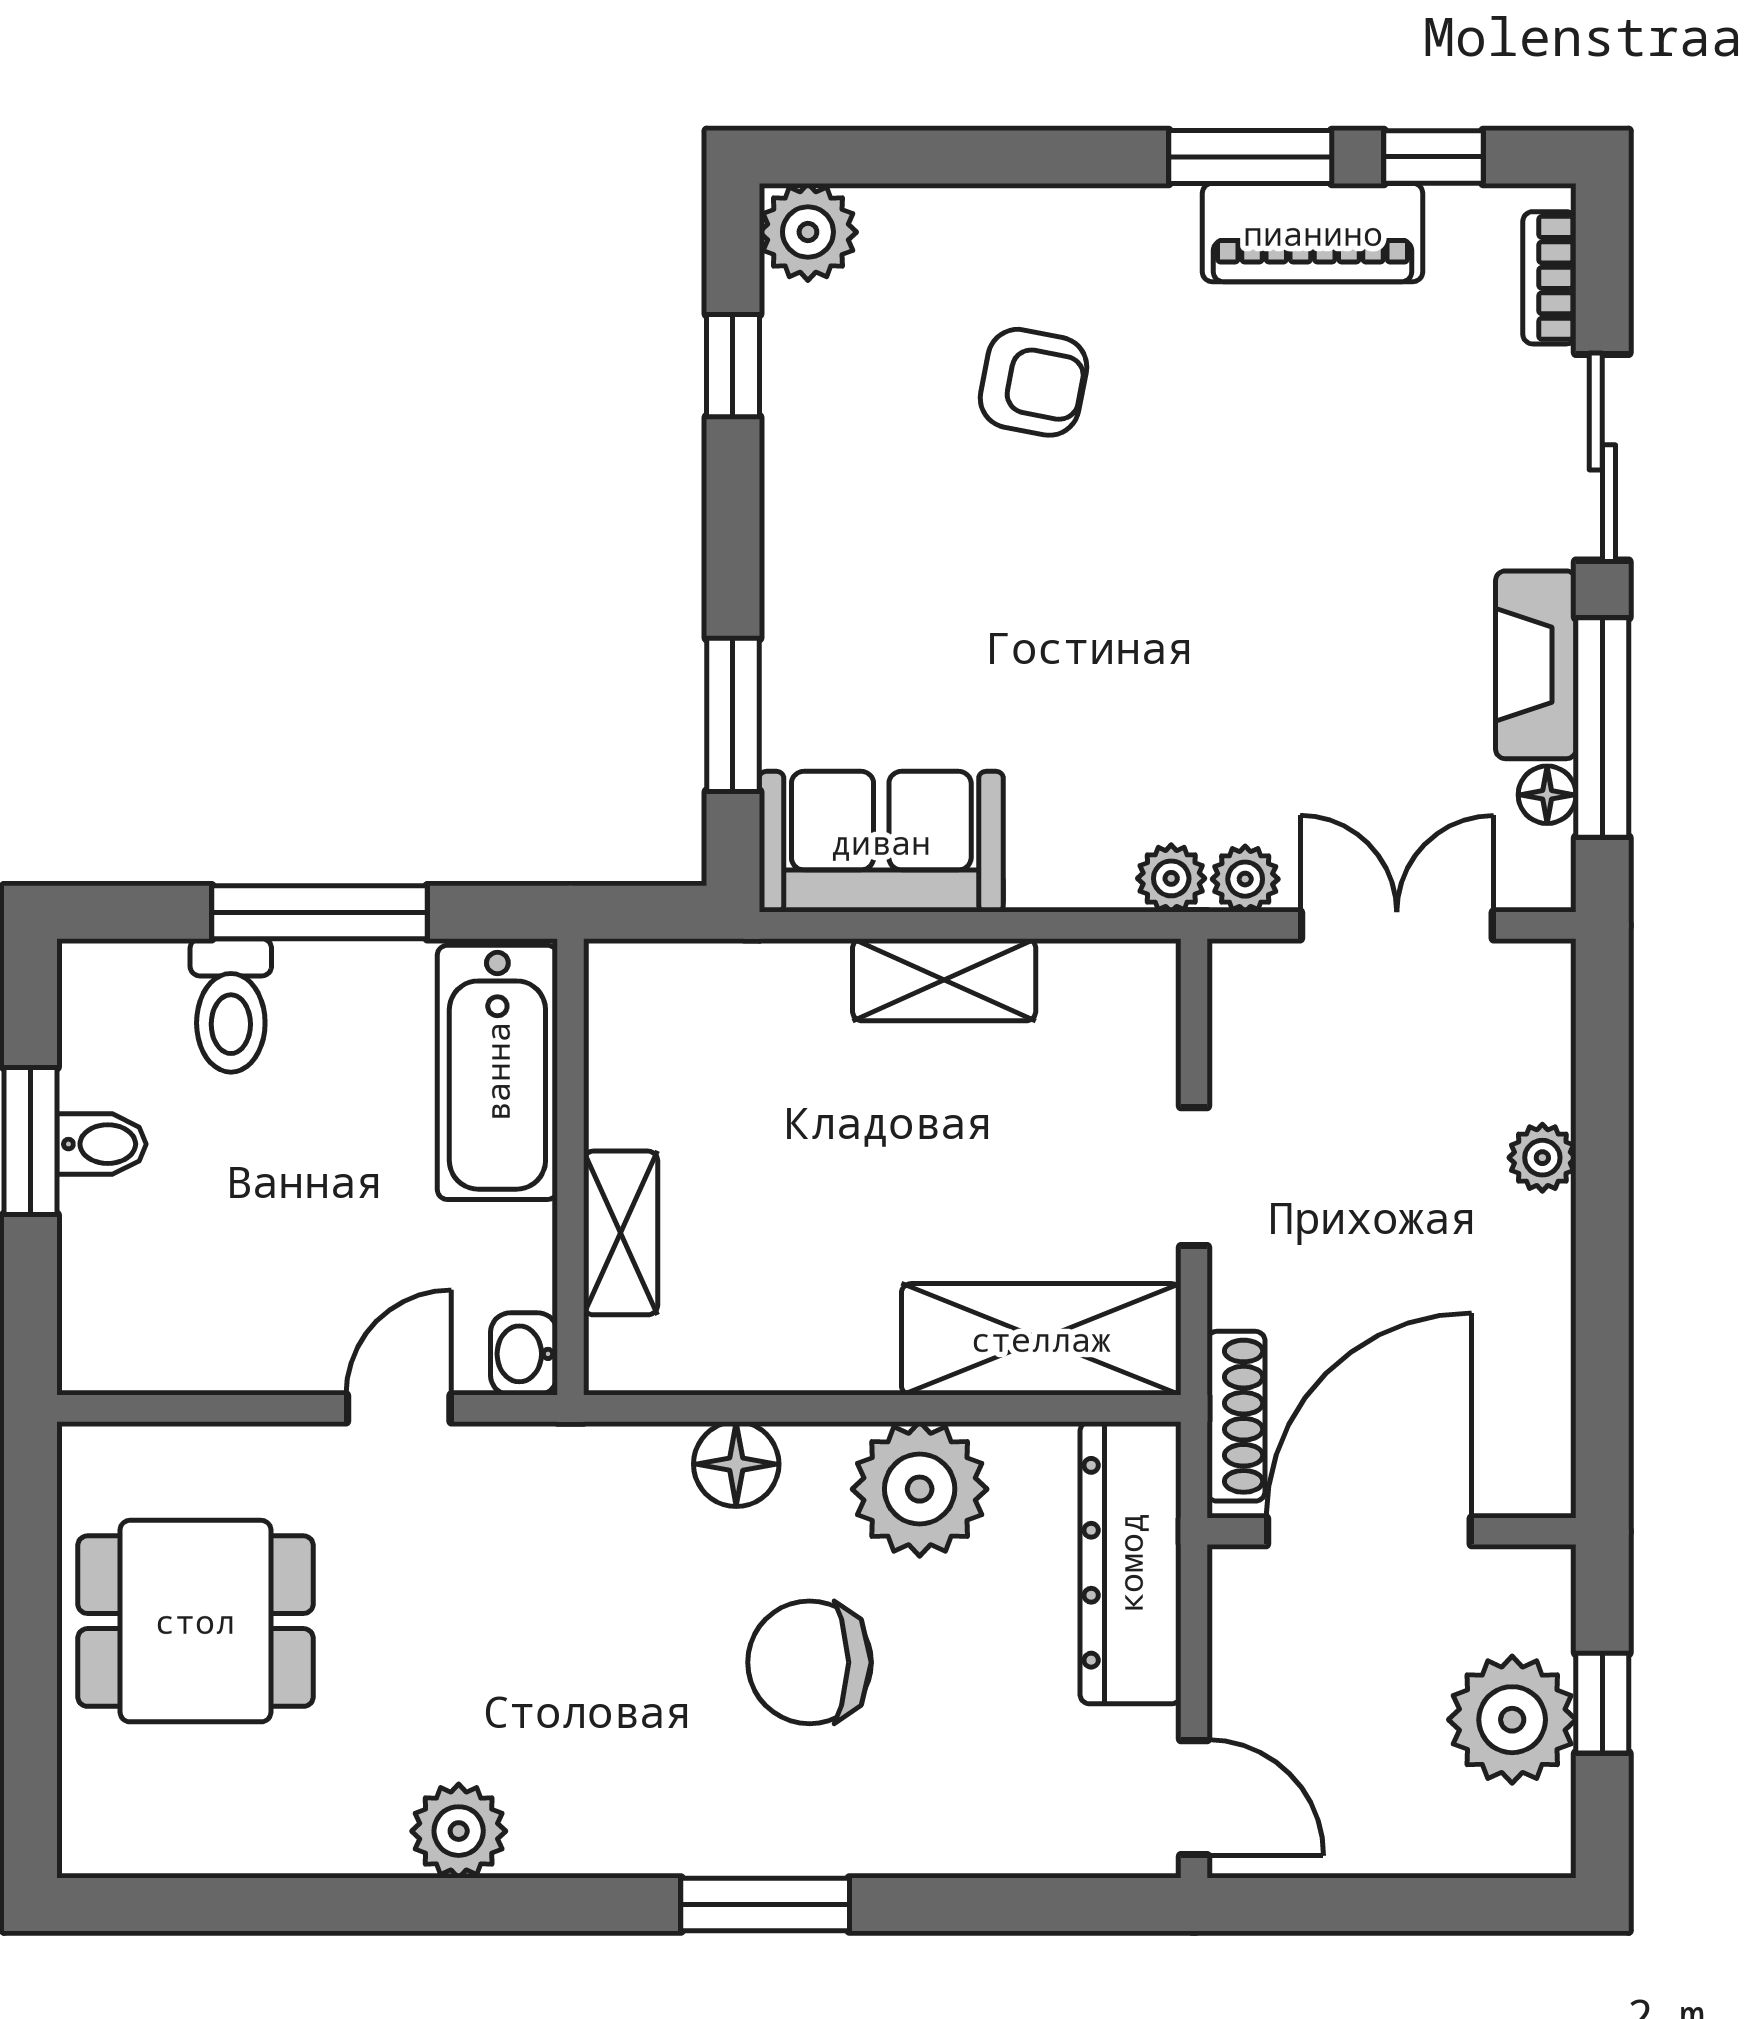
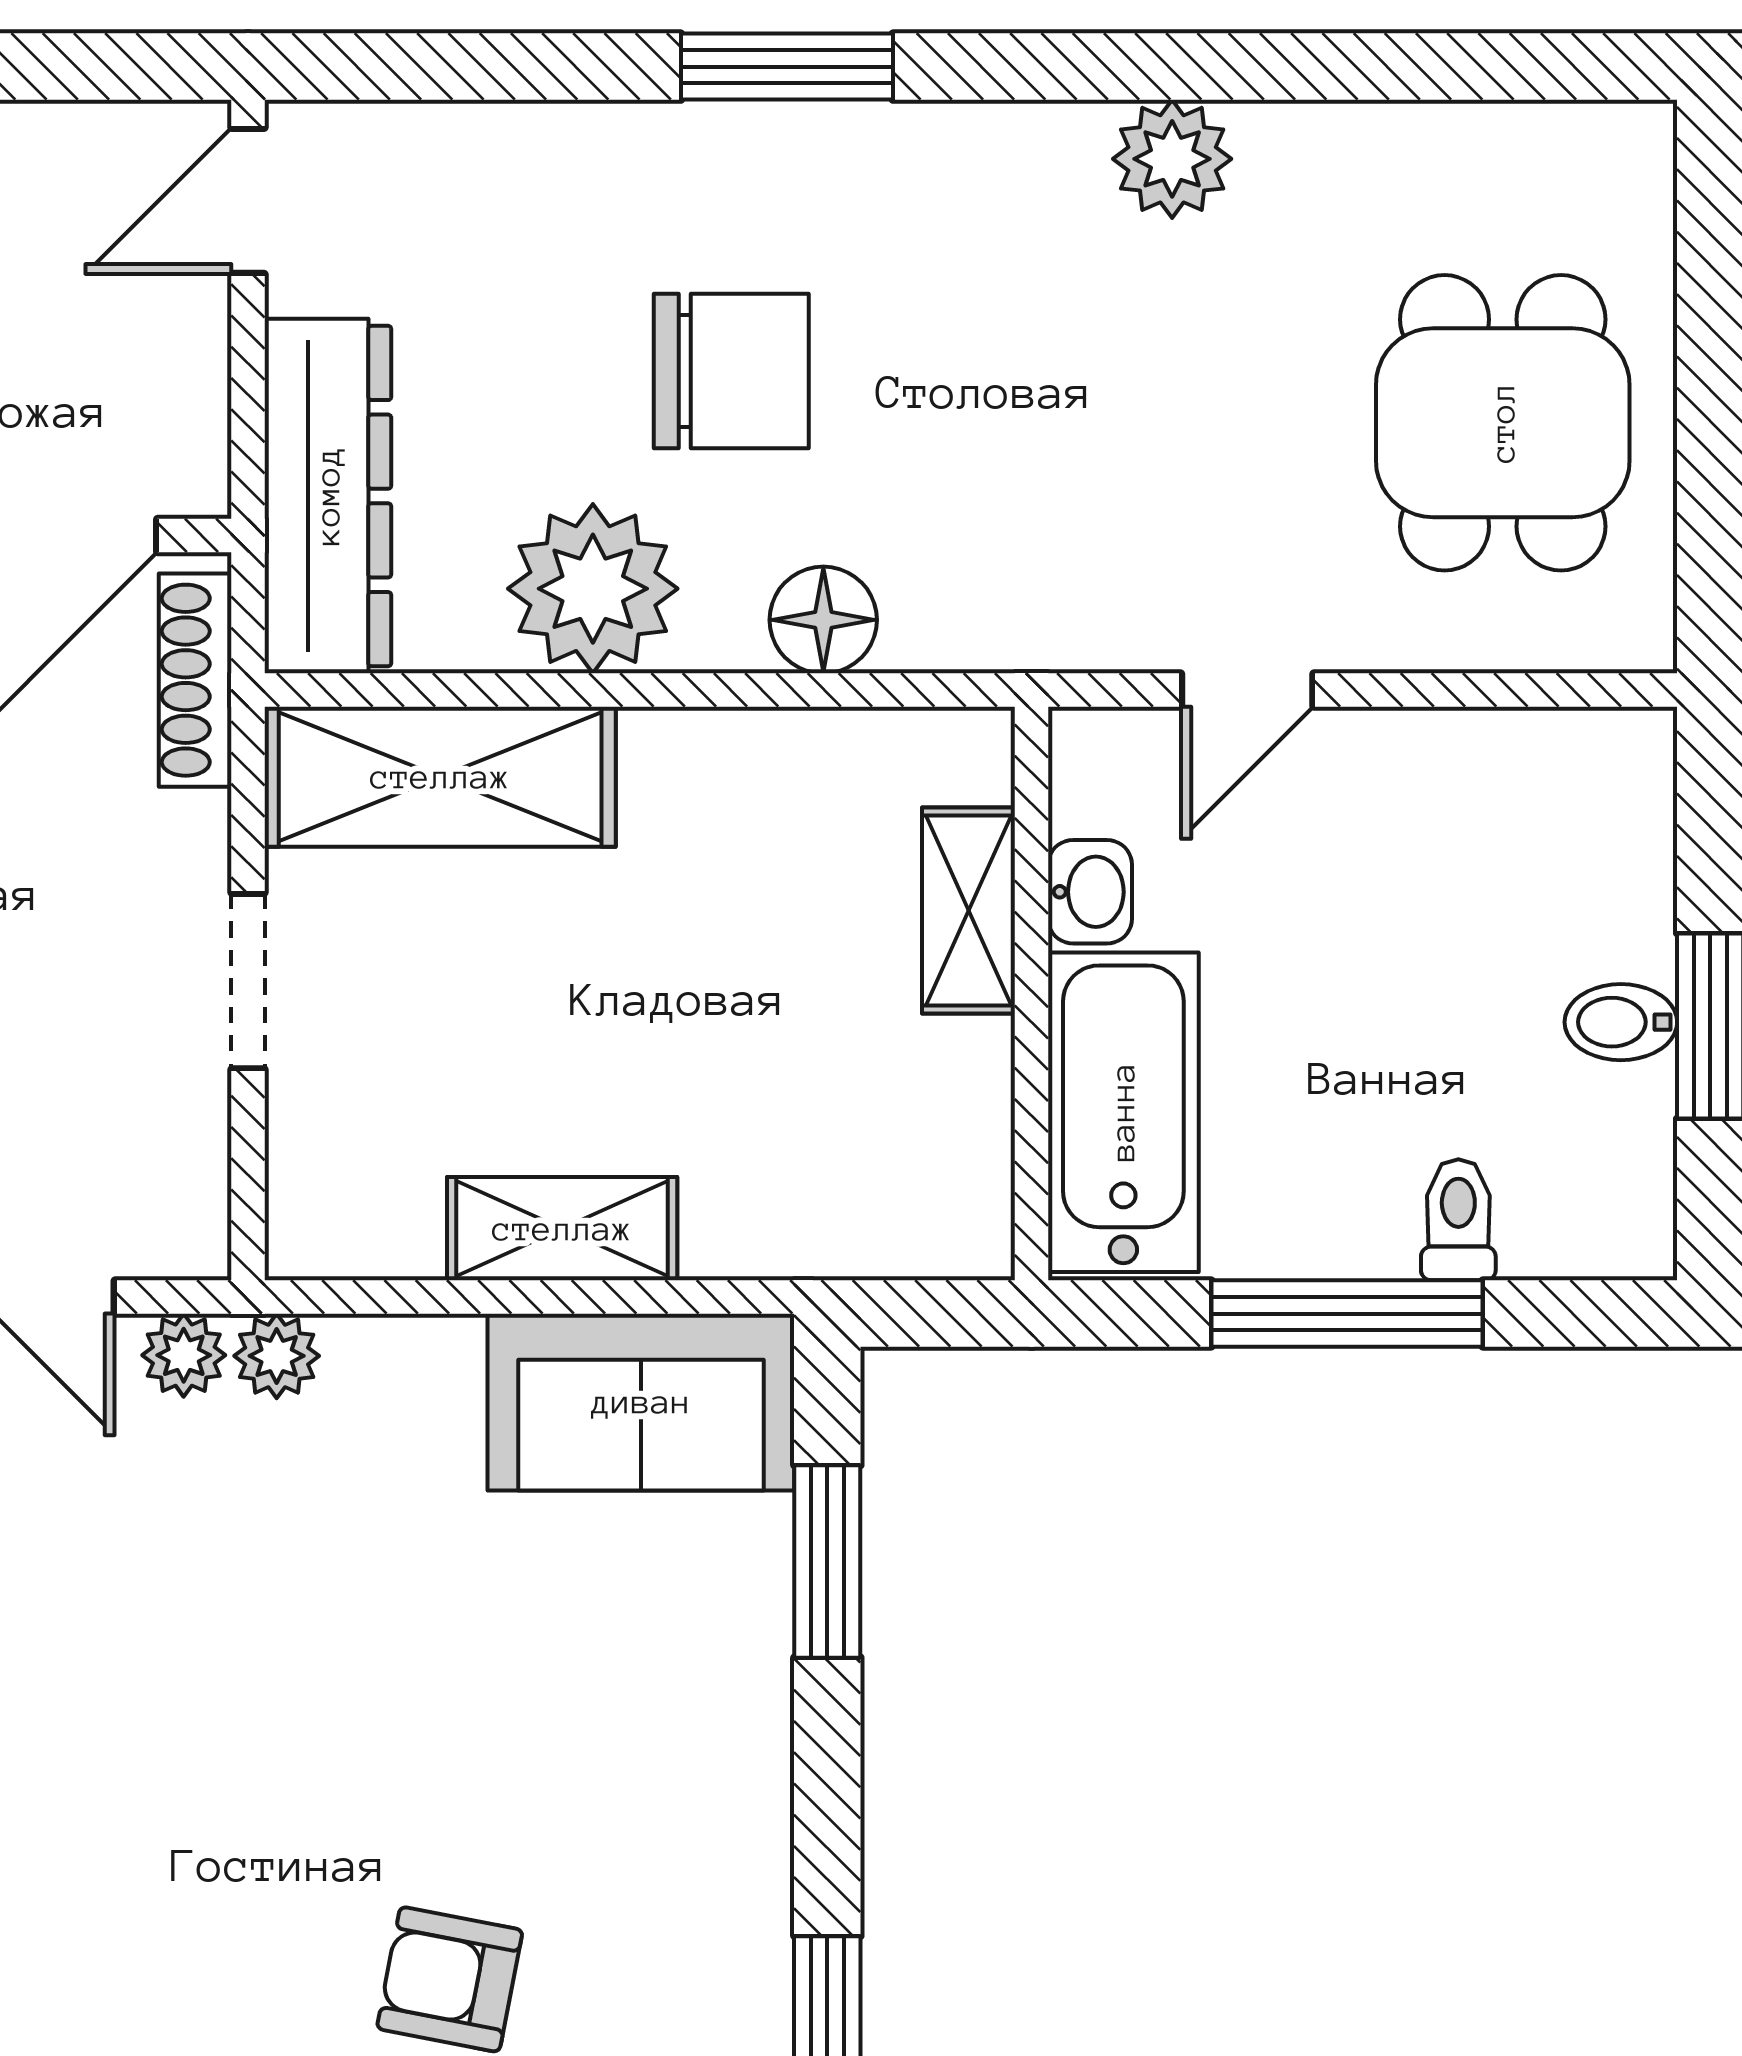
toilet: (231, 1005) -> (1458, 1220), width x0.73, depth x0.72
washbasin: (524, 1354) -> (1090, 892), moved
dining table: (195, 1621) -> (1503, 423), turned 90
door: (1194, 1798) -> (248, 201), hinge flipped

